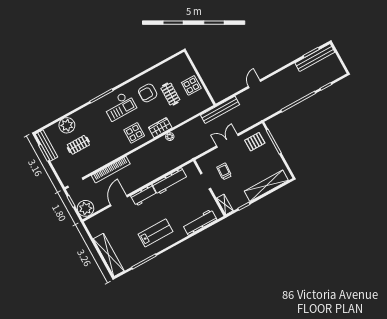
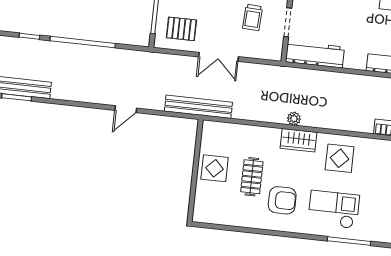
workbench: (170, 181) -> (315, 54), moved

